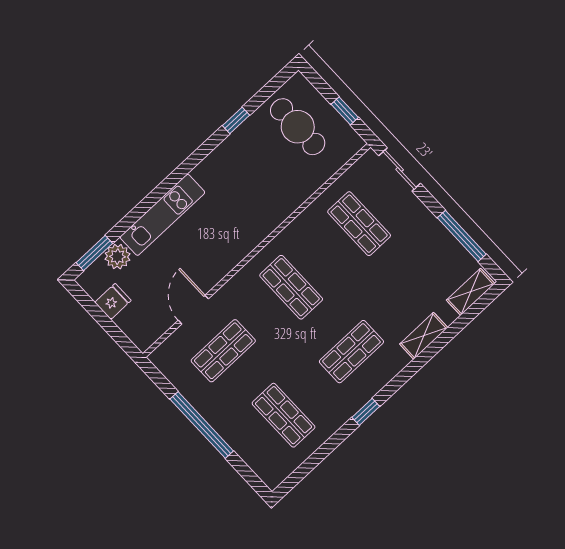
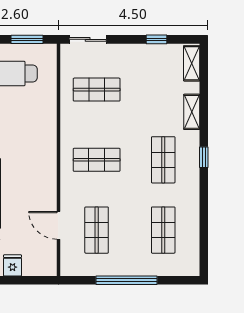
window: (345, 111) -> (27, 39), width x1.50
window: (462, 236) -> (156, 39), width x0.46
window: (366, 412) -> (204, 157), moved
shop shelf: (284, 415) -> (163, 230), turned 90

